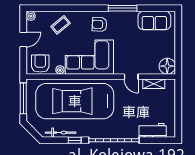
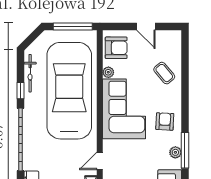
plant: (31, 16) -> (175, 152), moved

